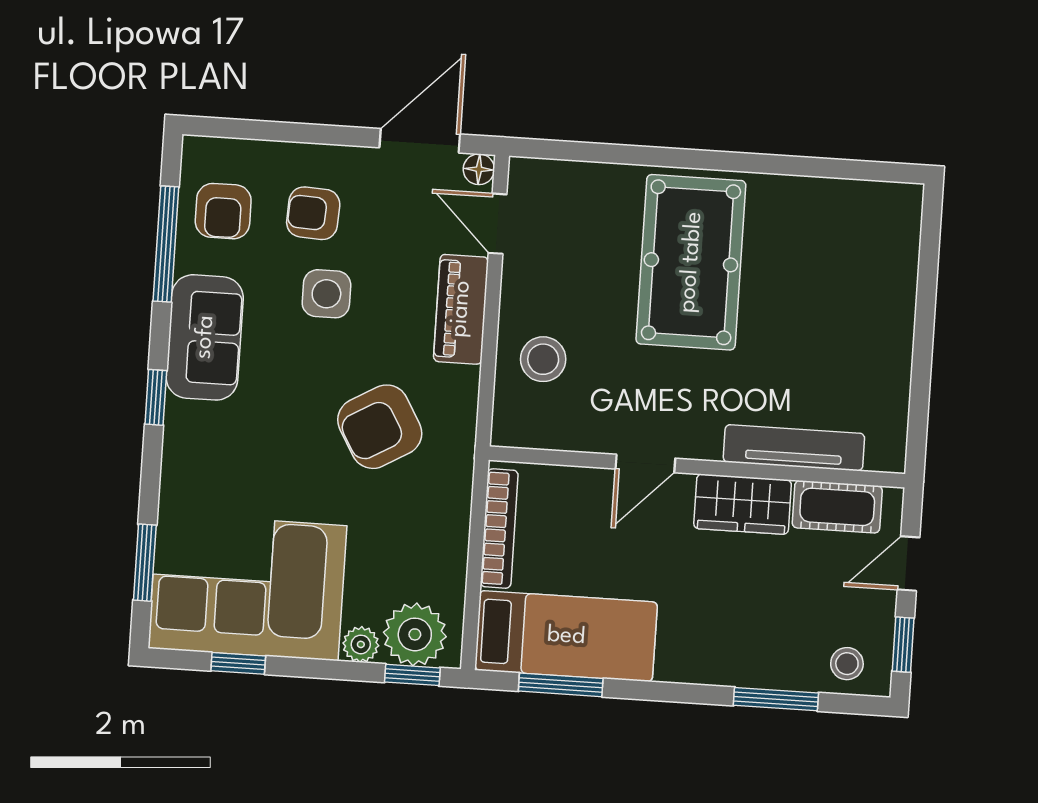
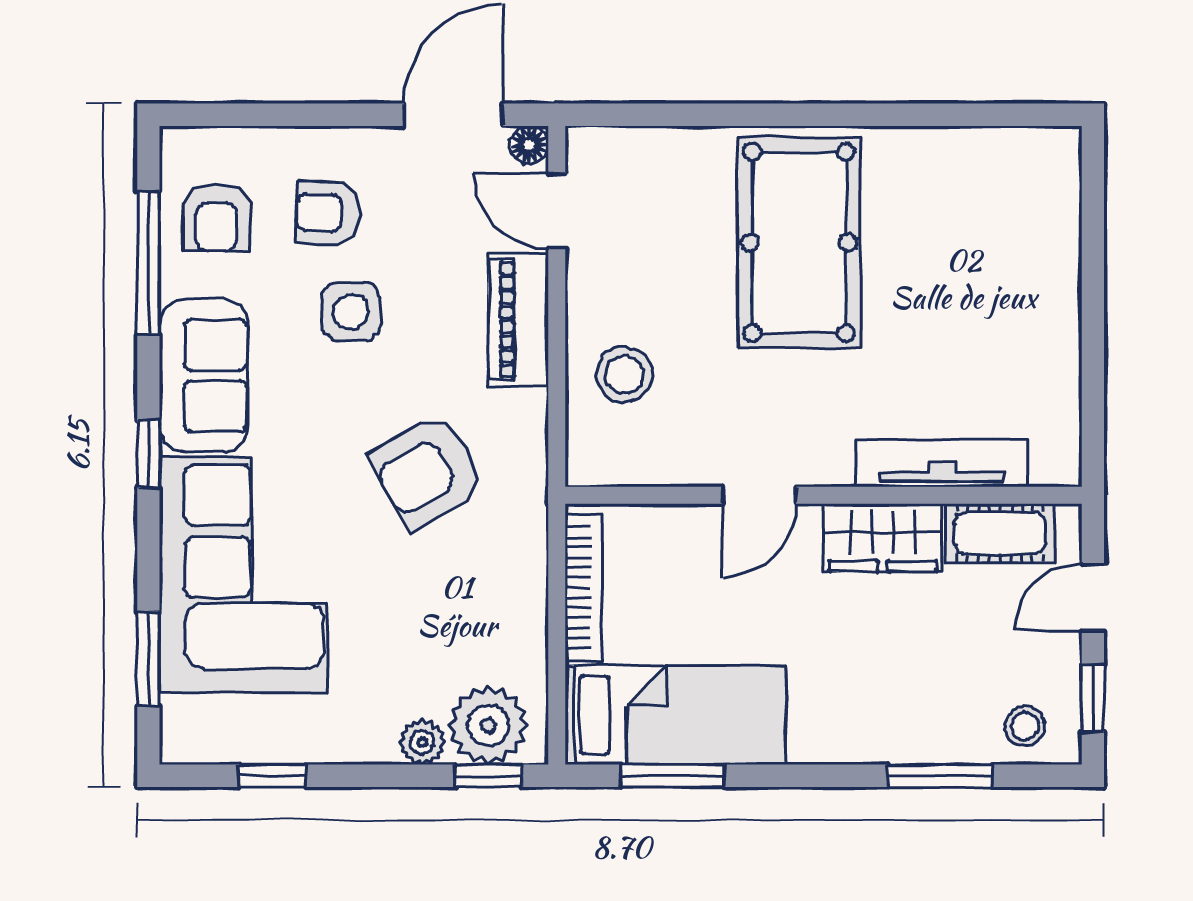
corner sofa: (248, 587) -> (244, 575), moved, turned 90

